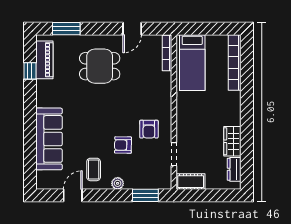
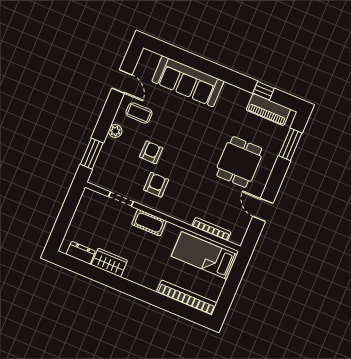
bookcase: (167, 53) -> (211, 229), moved
armchair: (149, 129) -> (156, 185), turned 90
cot: (191, 182) -> (149, 223), moved, turned 90

